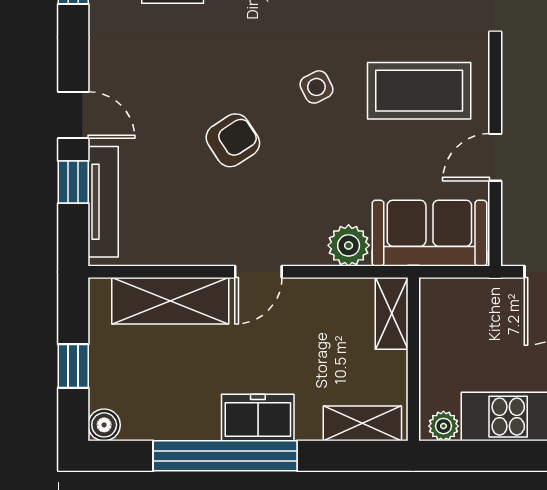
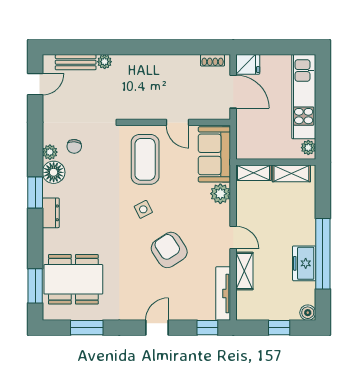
armchair: (233, 140) -> (169, 250), width x1.38, depth x1.38
window: (73, 182) -> (207, 328), moved
tv unit: (103, 202) -> (223, 294), moved, turned -90
shelving: (170, 301) -> (244, 271), width x0.67, depth x0.75
freezer: (258, 418) -> (304, 263), moved
shelving: (362, 423) -> (291, 173), moved, turned 90

